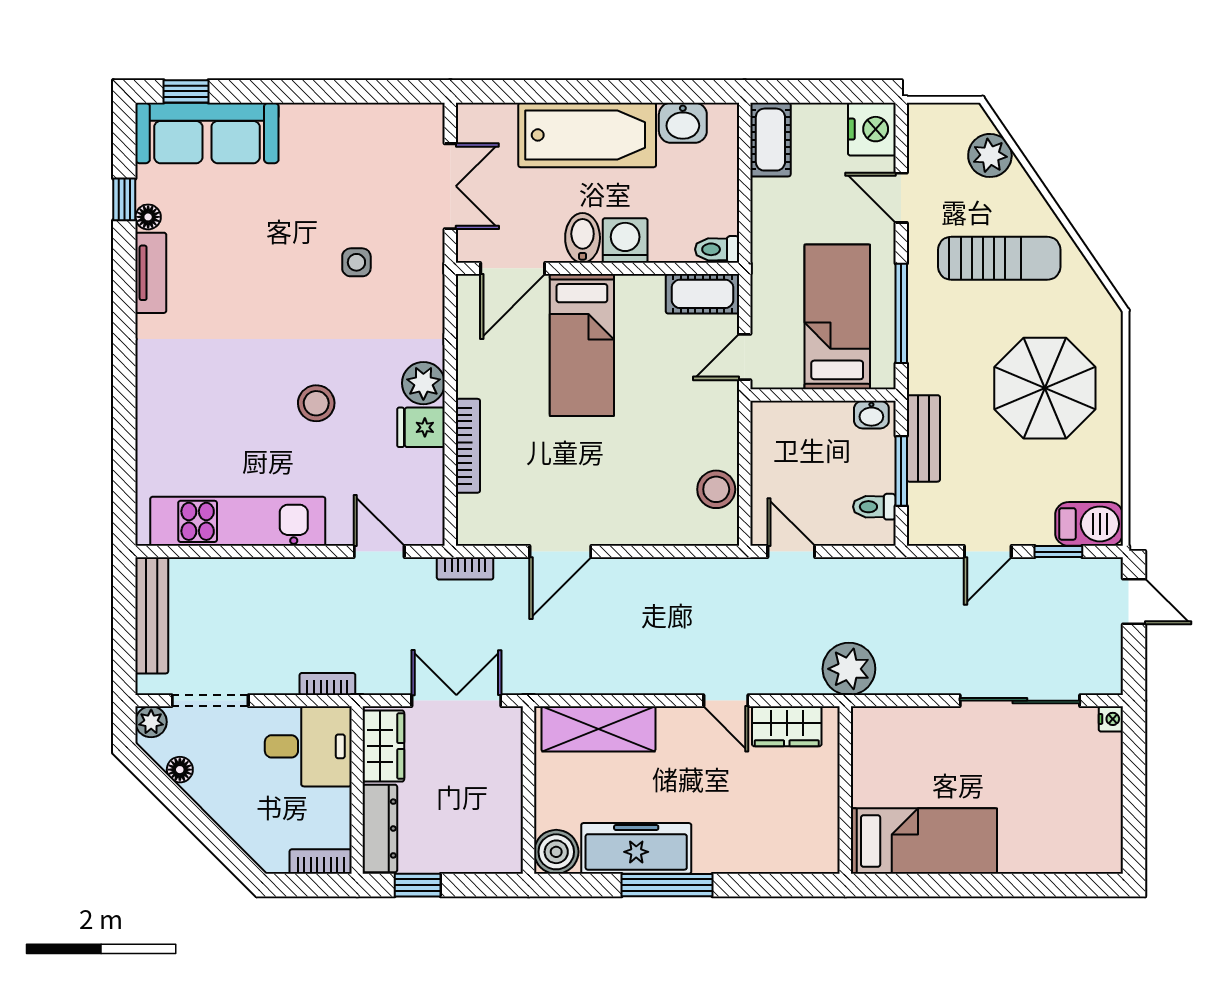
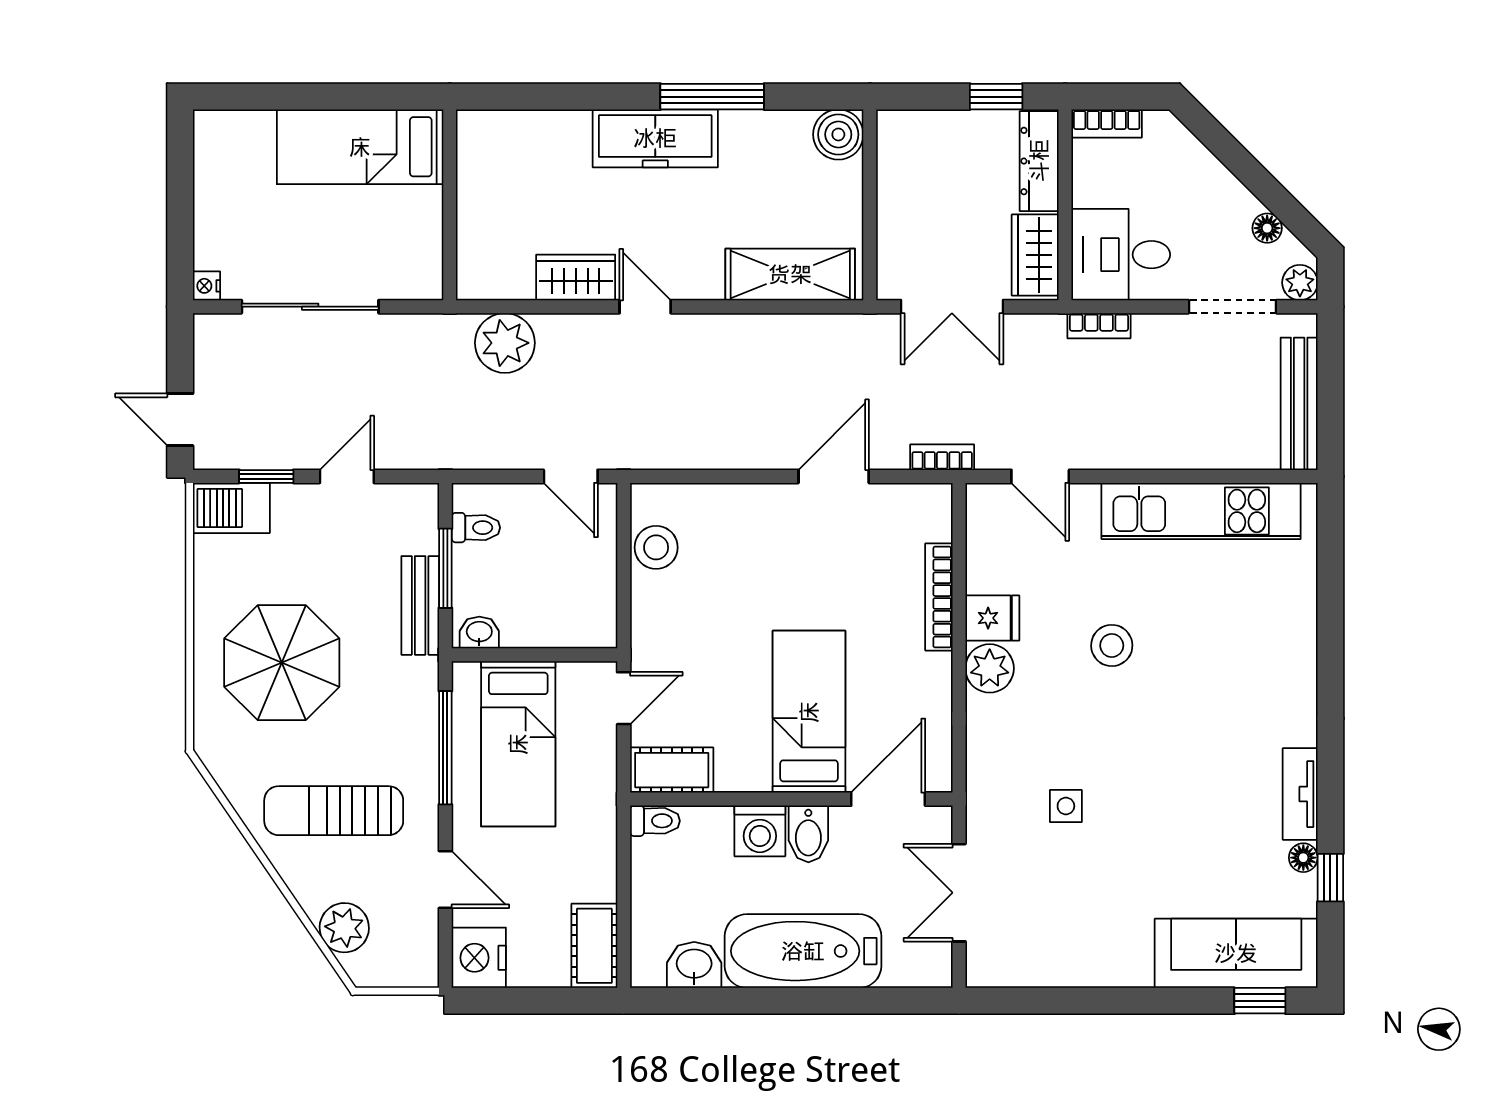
wall: (845, 790) -> (450, 205), moved
bed: (924, 841) -> (360, 147), moved
freezer: (636, 848) -> (655, 138), moved

